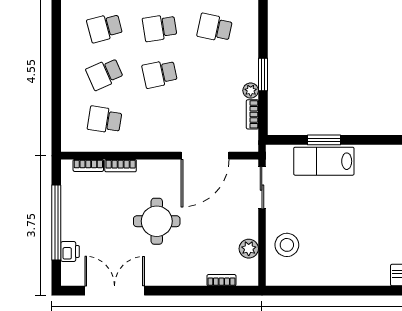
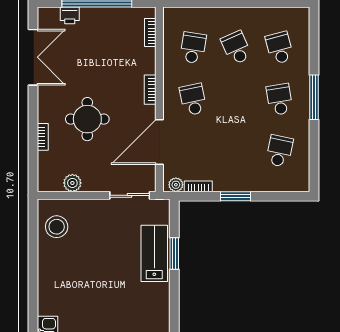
school desk: (160, 74) -> (193, 99), moved
plant: (251, 91) -> (176, 185), moved
door: (205, 156) -> (159, 142), hinge flipped
bookcase: (121, 166) -> (150, 90), moved
round table: (157, 221) -> (87, 119), moved
stool: (287, 245) -> (57, 227), moved
bookcase: (221, 280) -> (43, 137), moved

